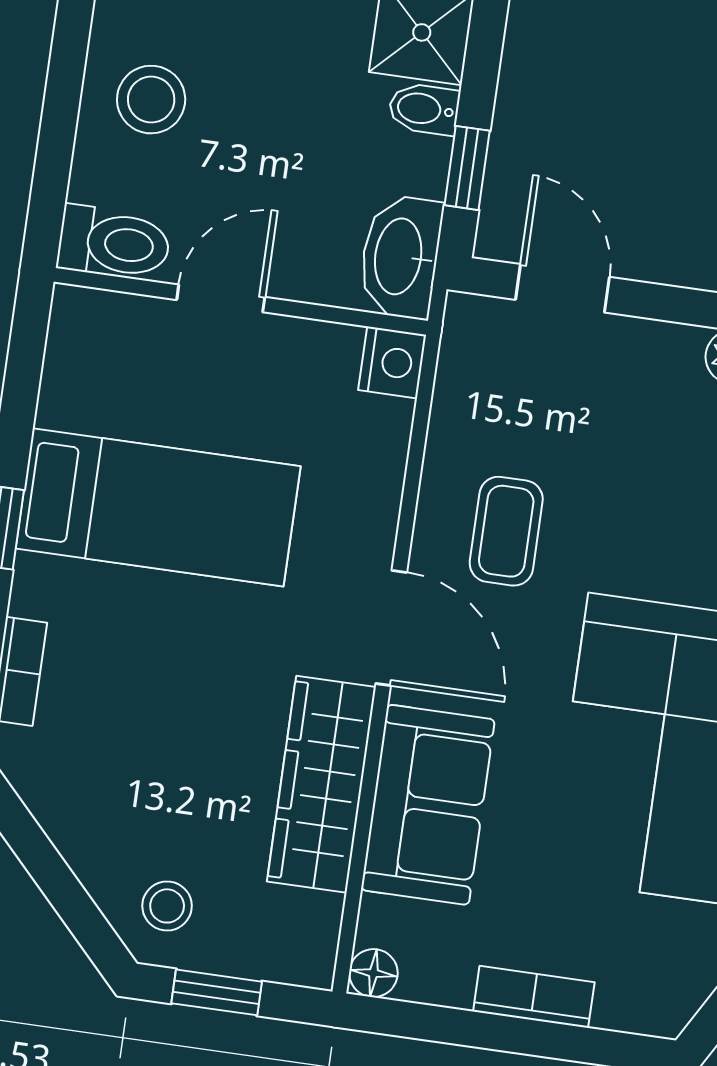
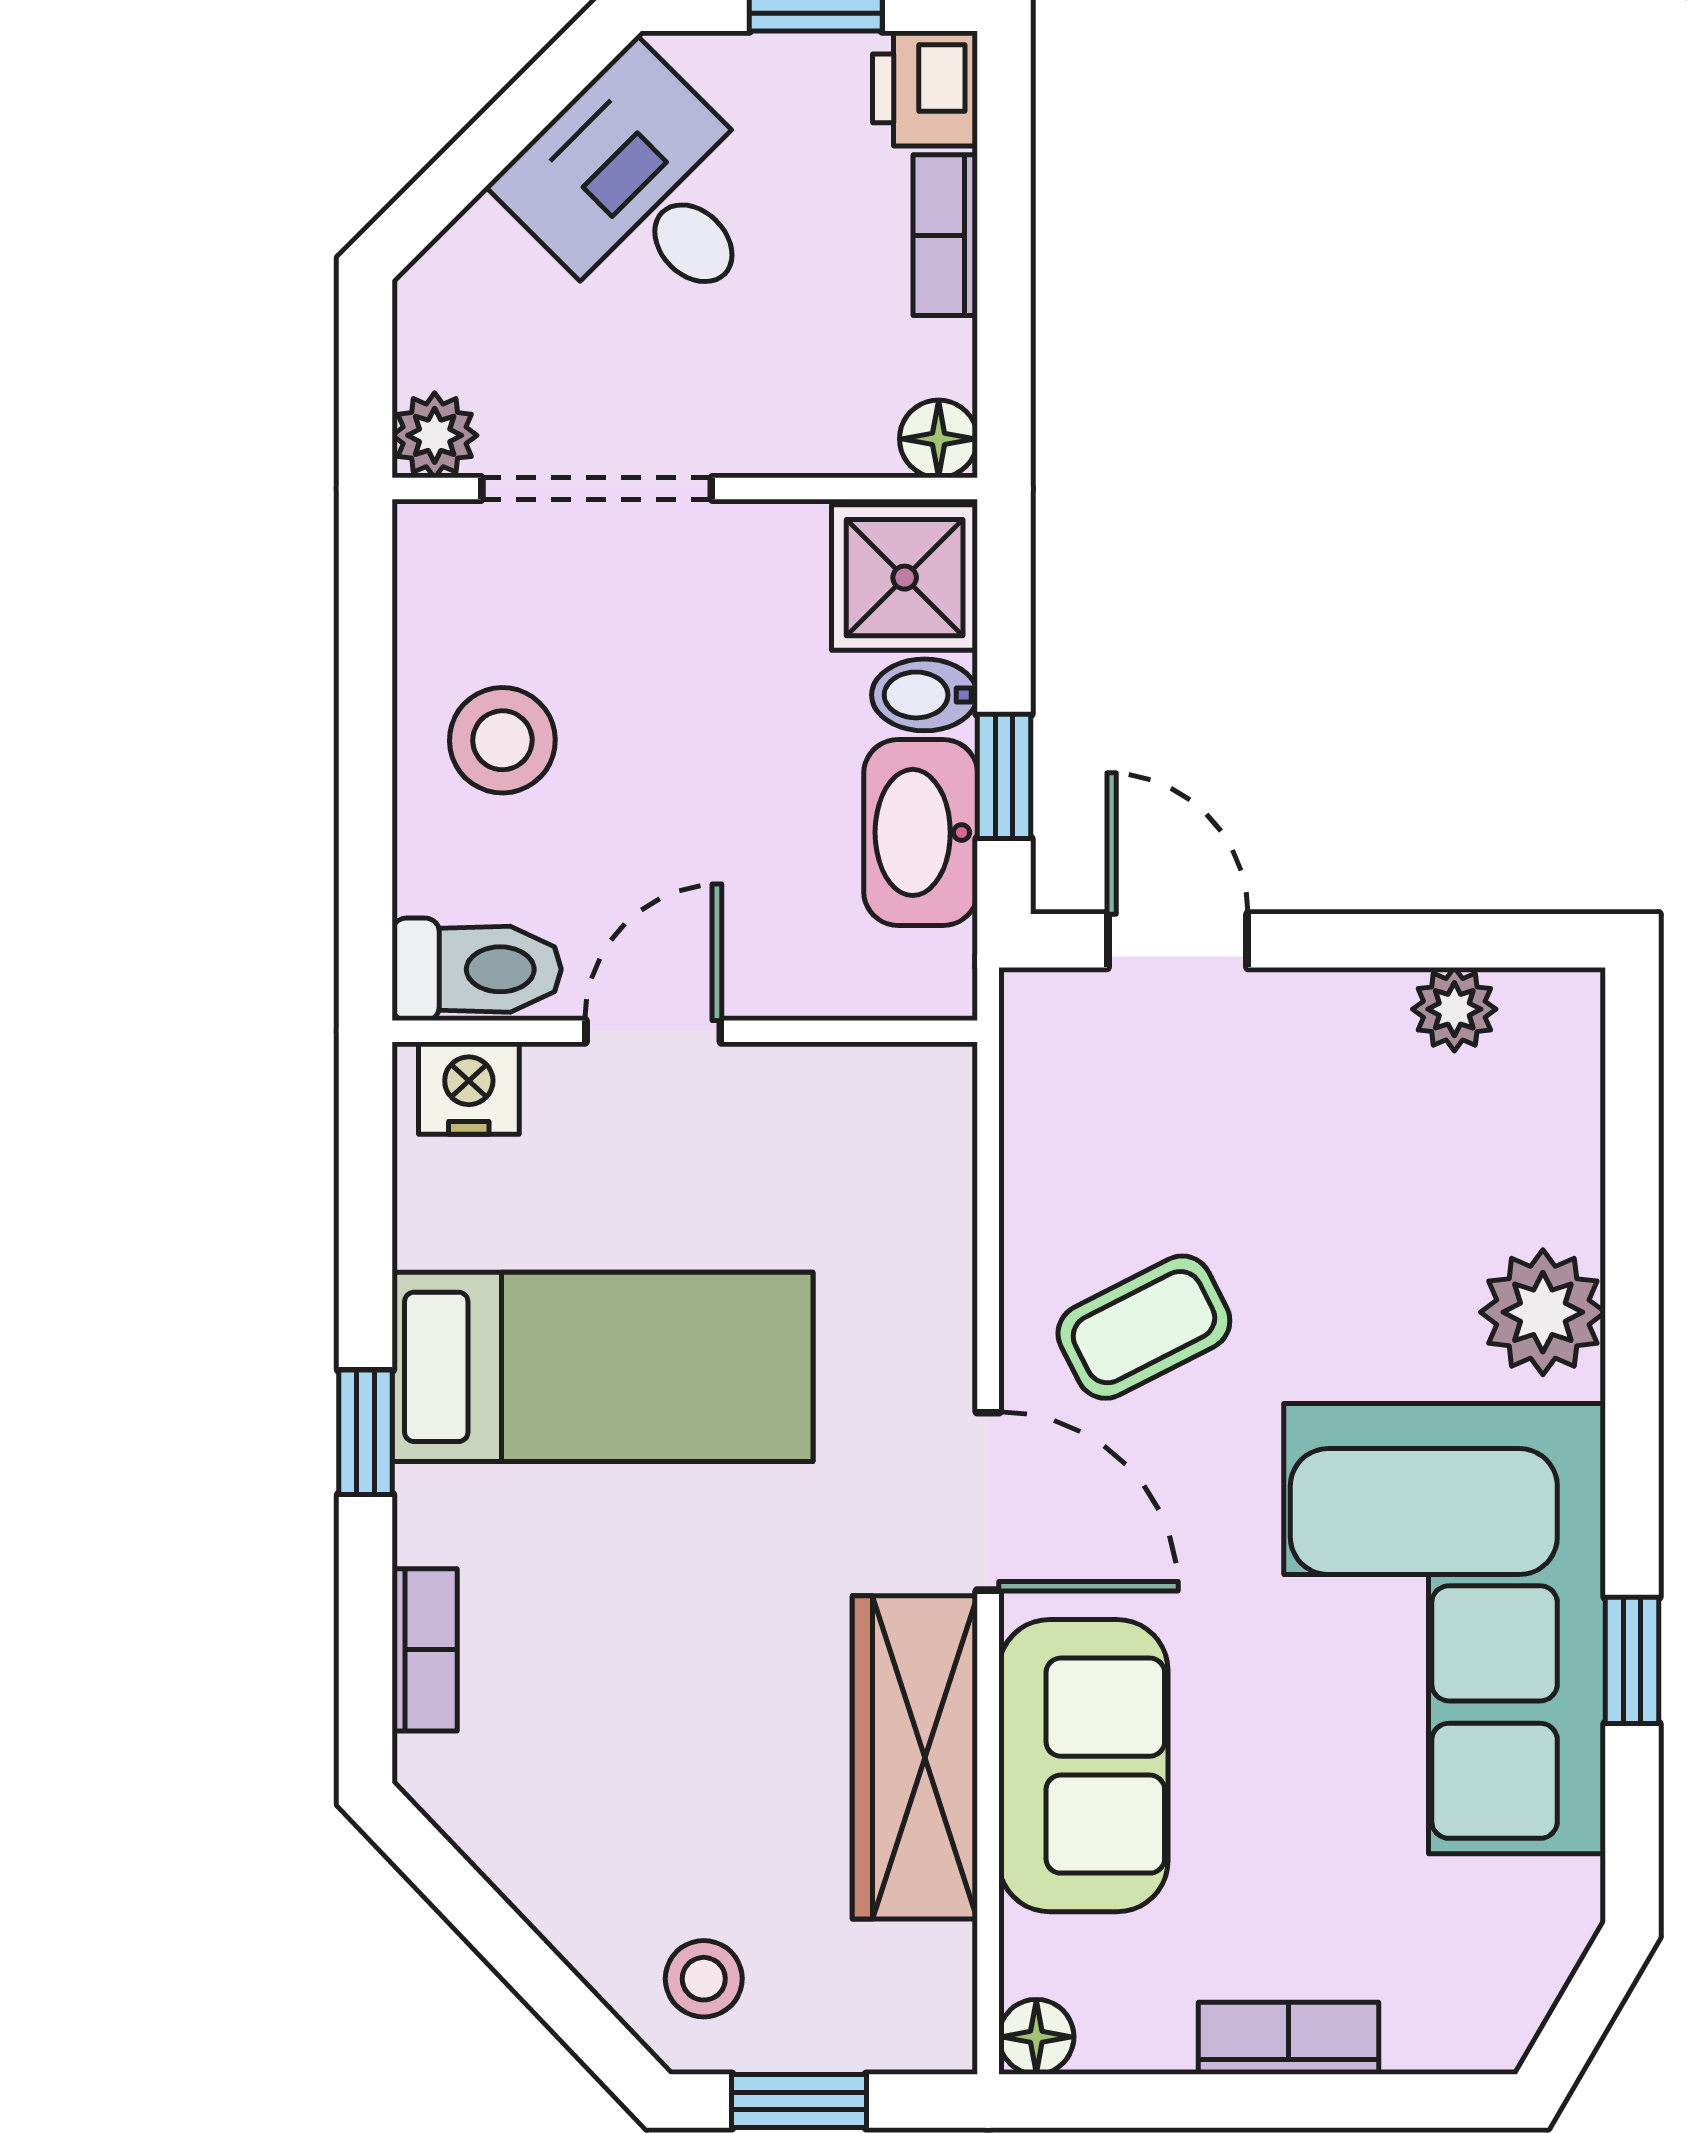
washbasin: (400, 257) -> (921, 832), moved
nightstand: (392, 362) -> (469, 1088), moved, turned -90
coffee table: (506, 531) -> (1144, 1327), turned 63

